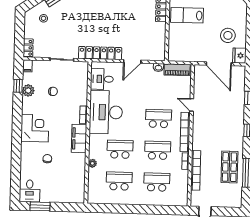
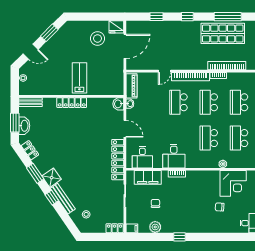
lab bench: (187, 15) -> (79, 78), turned 180
washbasin: (159, 55) -> (118, 104), added
window: (18, 86) -> (179, 237), moved
desk: (106, 112) -> (174, 156), width x0.53, depth x0.77
corner desk: (35, 128) -> (233, 183), moved, turned 180
filing cabinet: (79, 139) -> (148, 177), moved
shop shelf: (229, 167) -> (223, 33), width x1.43, depth x1.36

